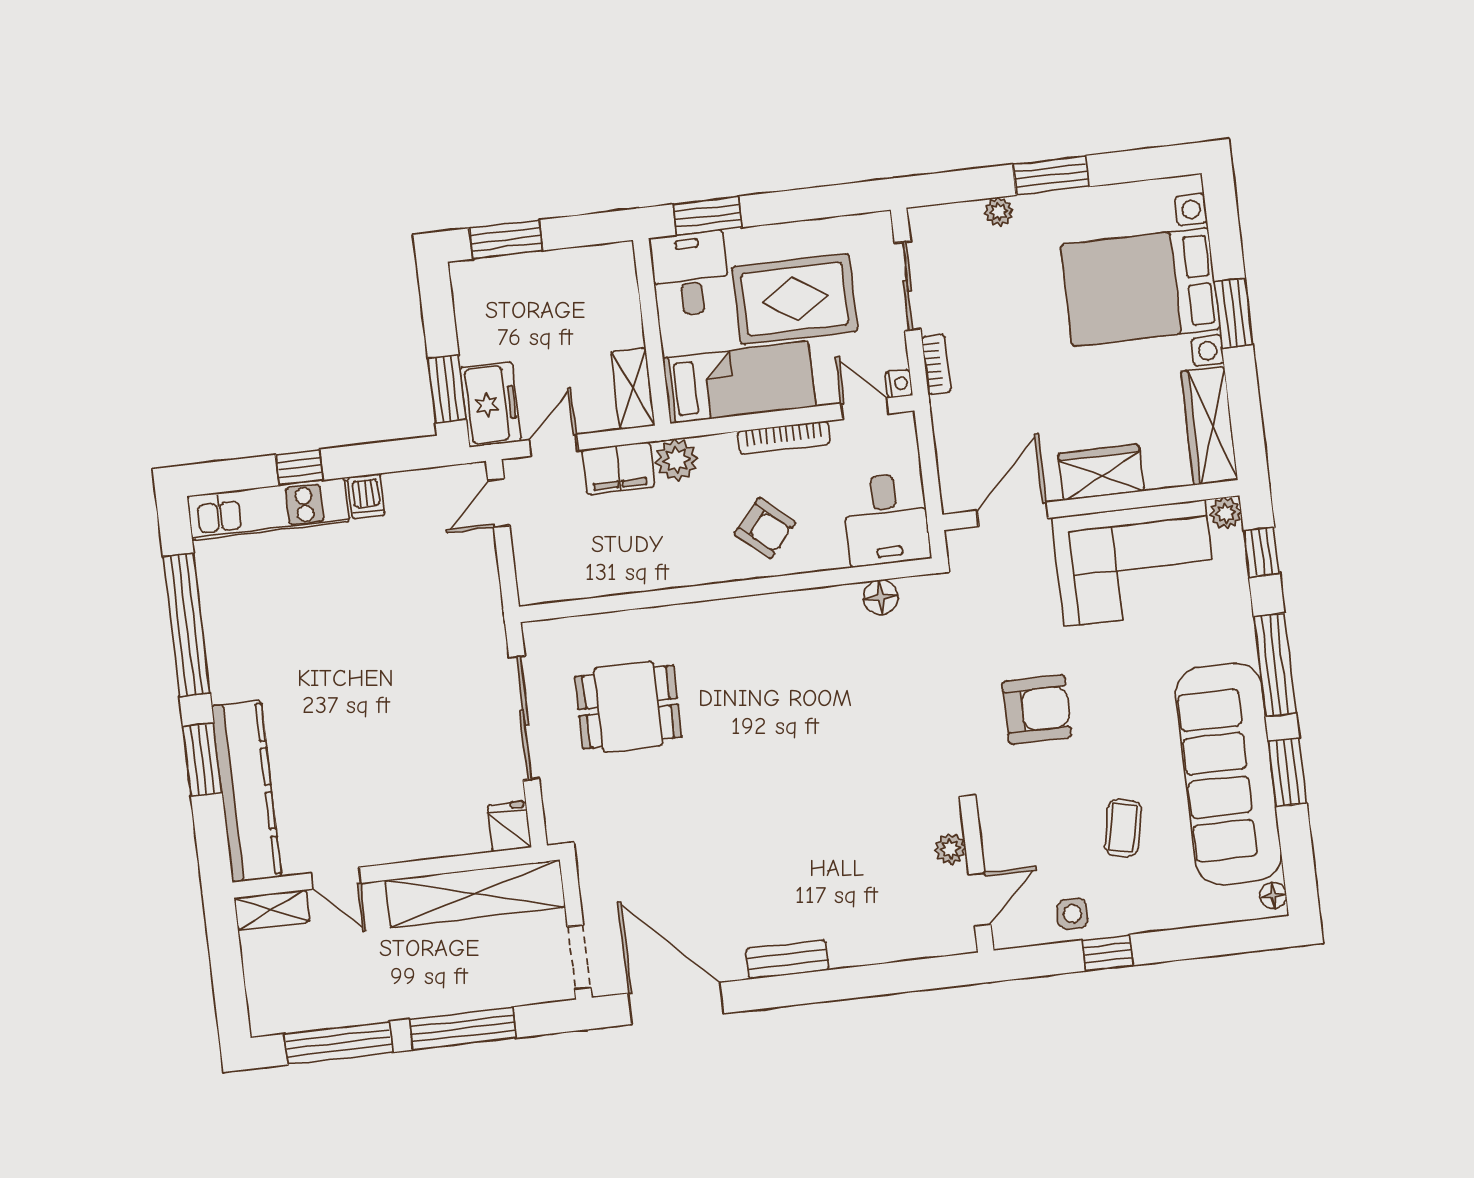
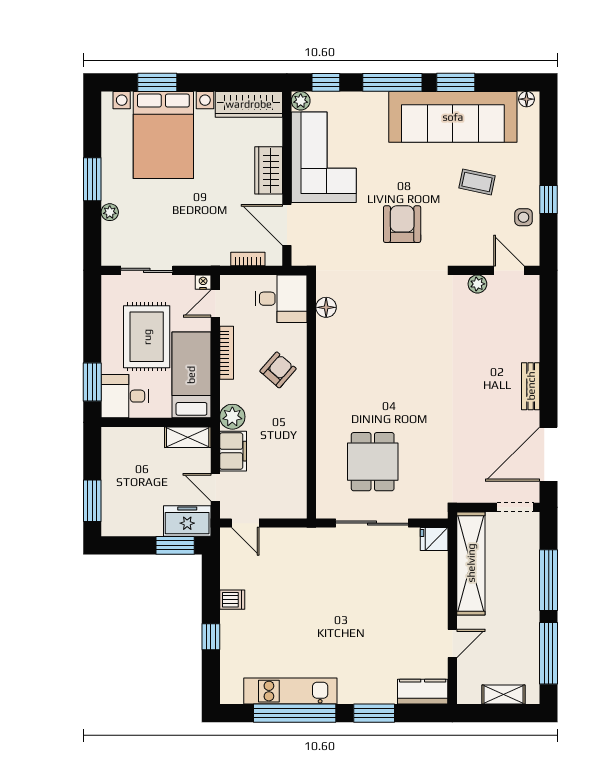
window: (1234, 313) -> (157, 82), moved
bookcase: (936, 364) -> (248, 259), moved
kitchen unit: (268, 509) -> (290, 691), moved, turned -90
kitchen counter: (246, 791) -> (423, 692), width x0.48, depth x0.86
shelving: (272, 910) -> (503, 695), moved, turned 90

